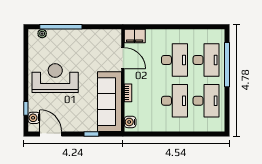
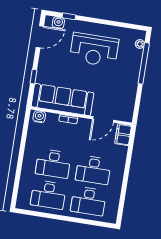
window: (227, 65) -> (81, 221), removed
reception desk: (55, 78) -> (94, 50), turned 90

